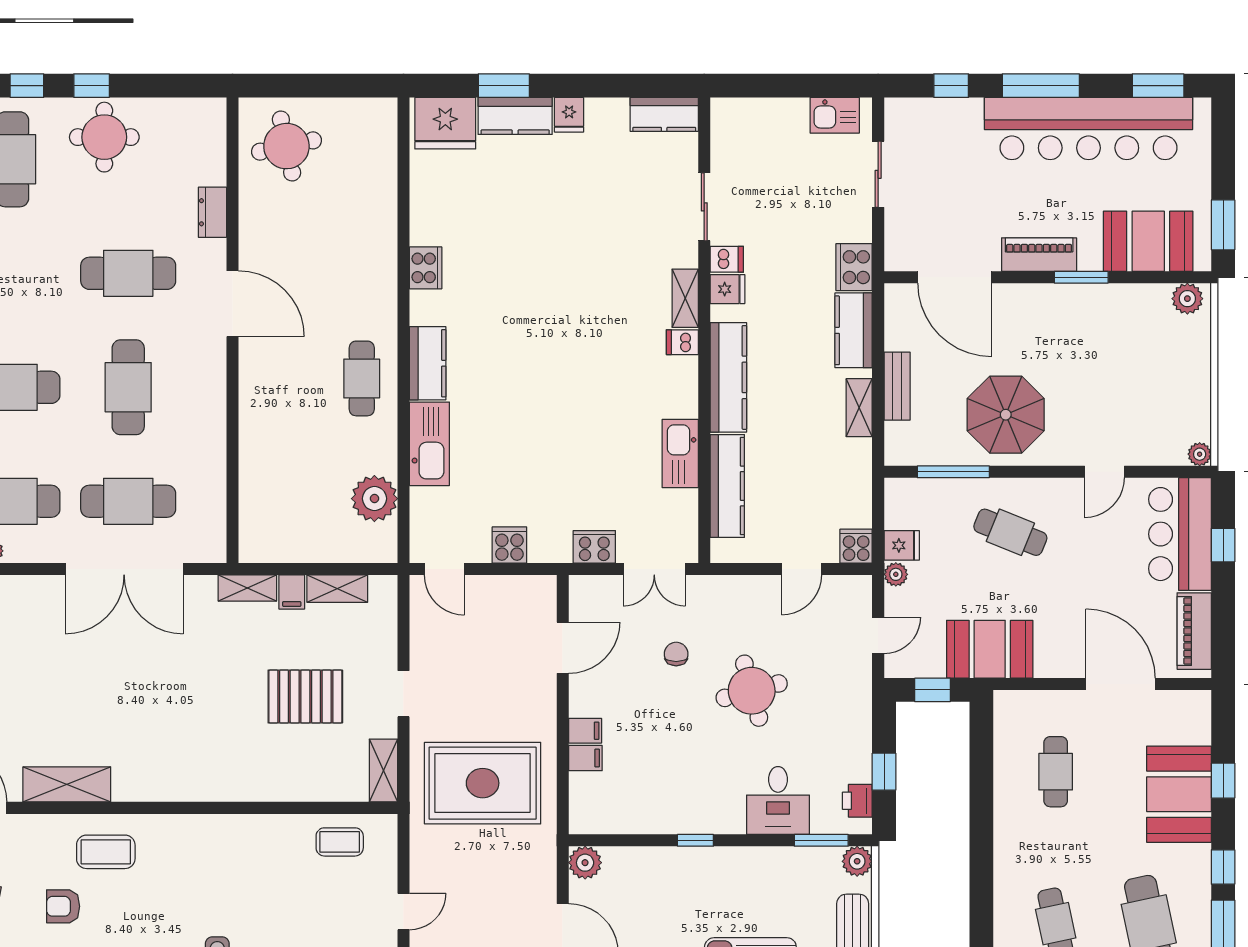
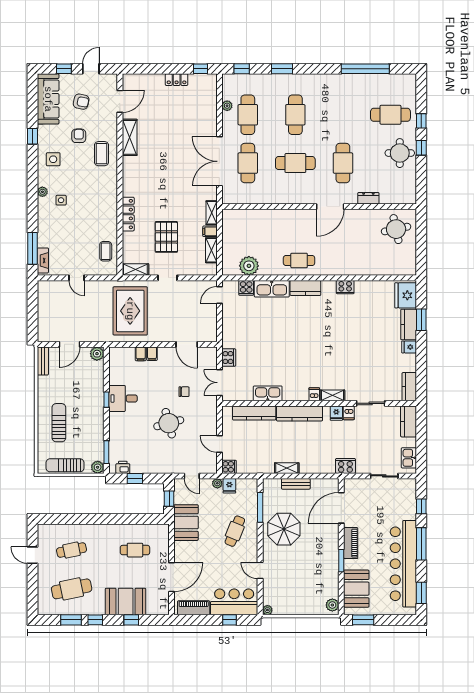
kitchen counter: (854, 330) -> (409, 421), moved, turned -90
cooker: (509, 545) -> (246, 288), moved, turned 90
locker: (250, 788) -> (128, 214), added
desk: (778, 800) -> (123, 398), moved

